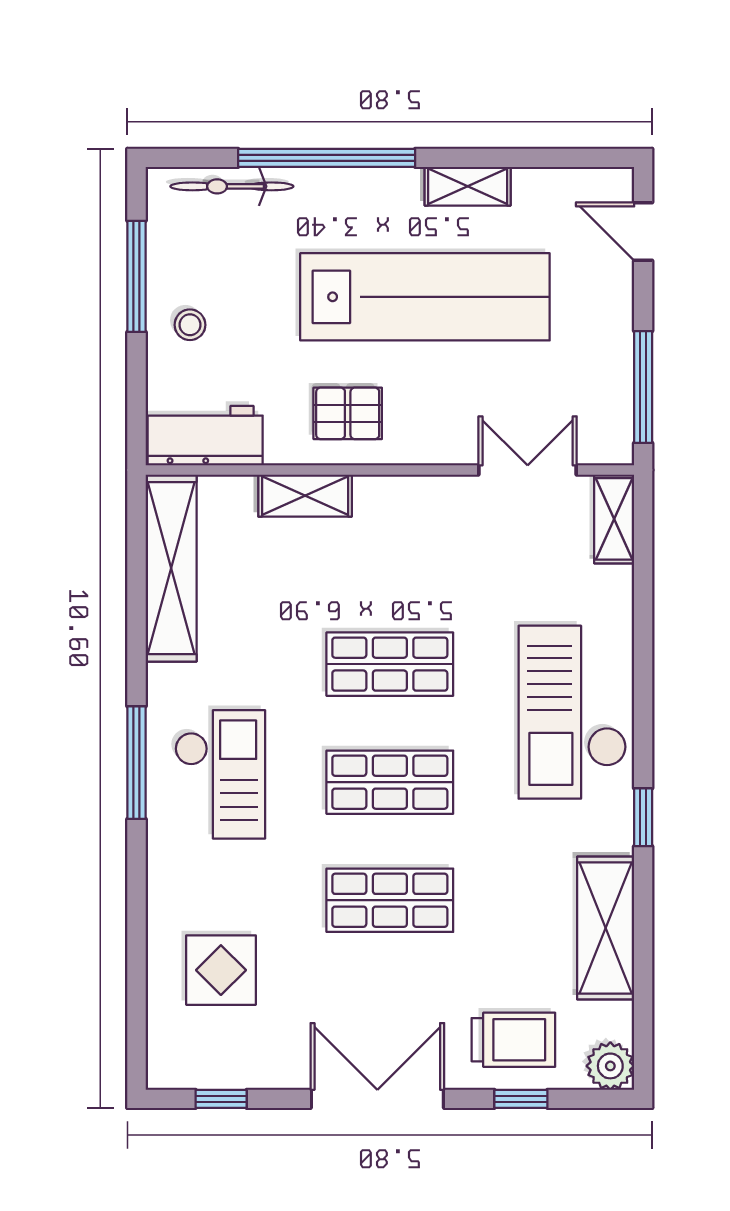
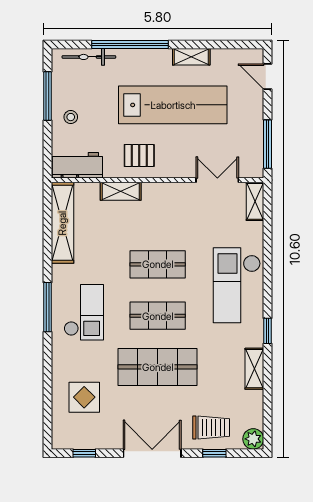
shop shelf: (390, 900) -> (158, 367), width x1.43, depth x1.36
shelving: (606, 928) -> (254, 369), width x0.67, depth x0.75

